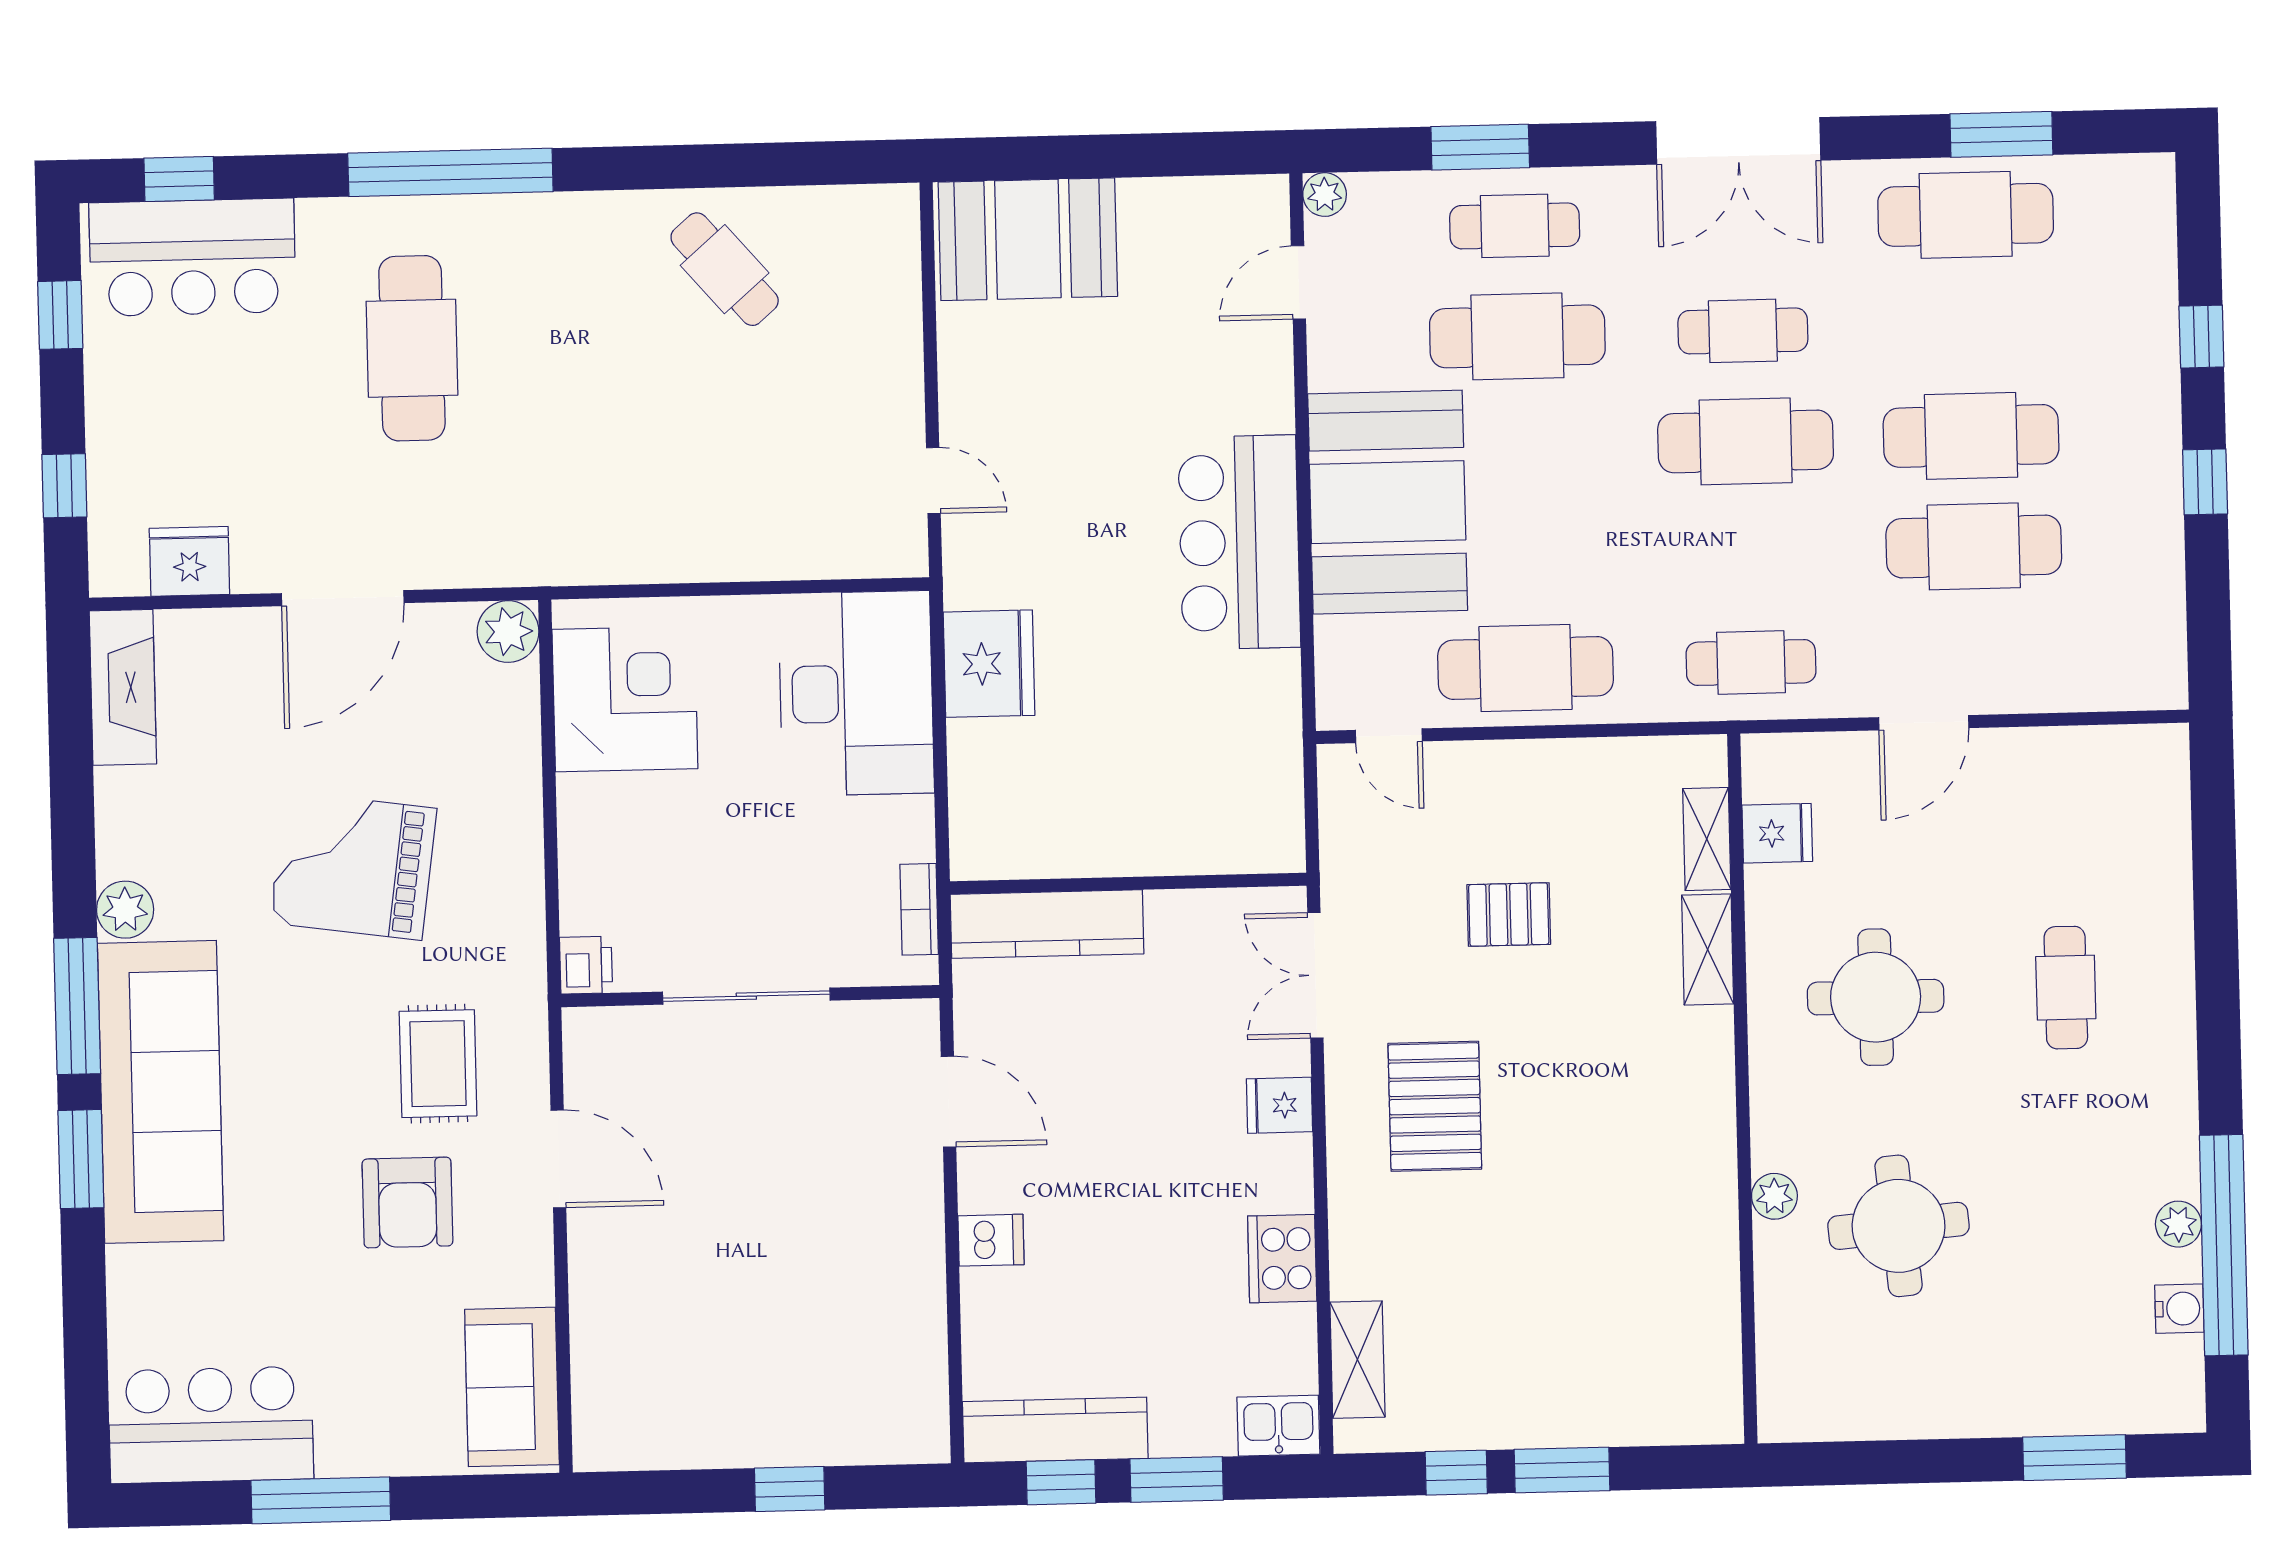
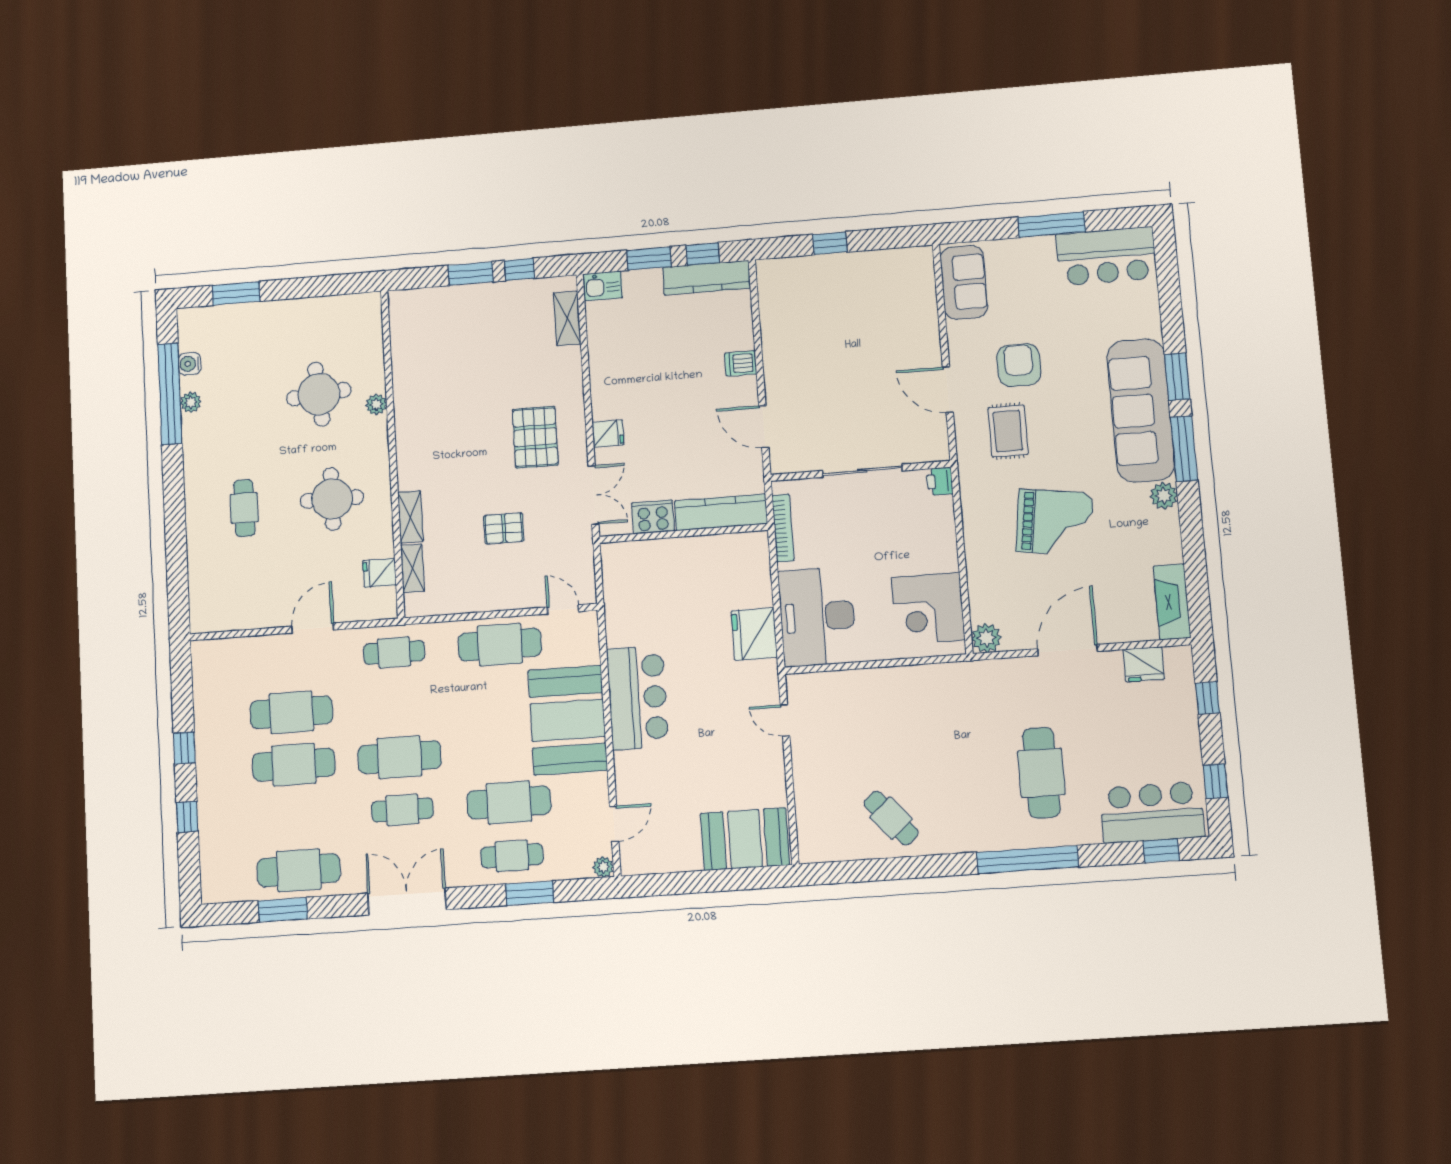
bookcase: (919, 909) -> (783, 528), width x1.56
cooker: (1282, 1259) -> (653, 517), moved, turned -90

